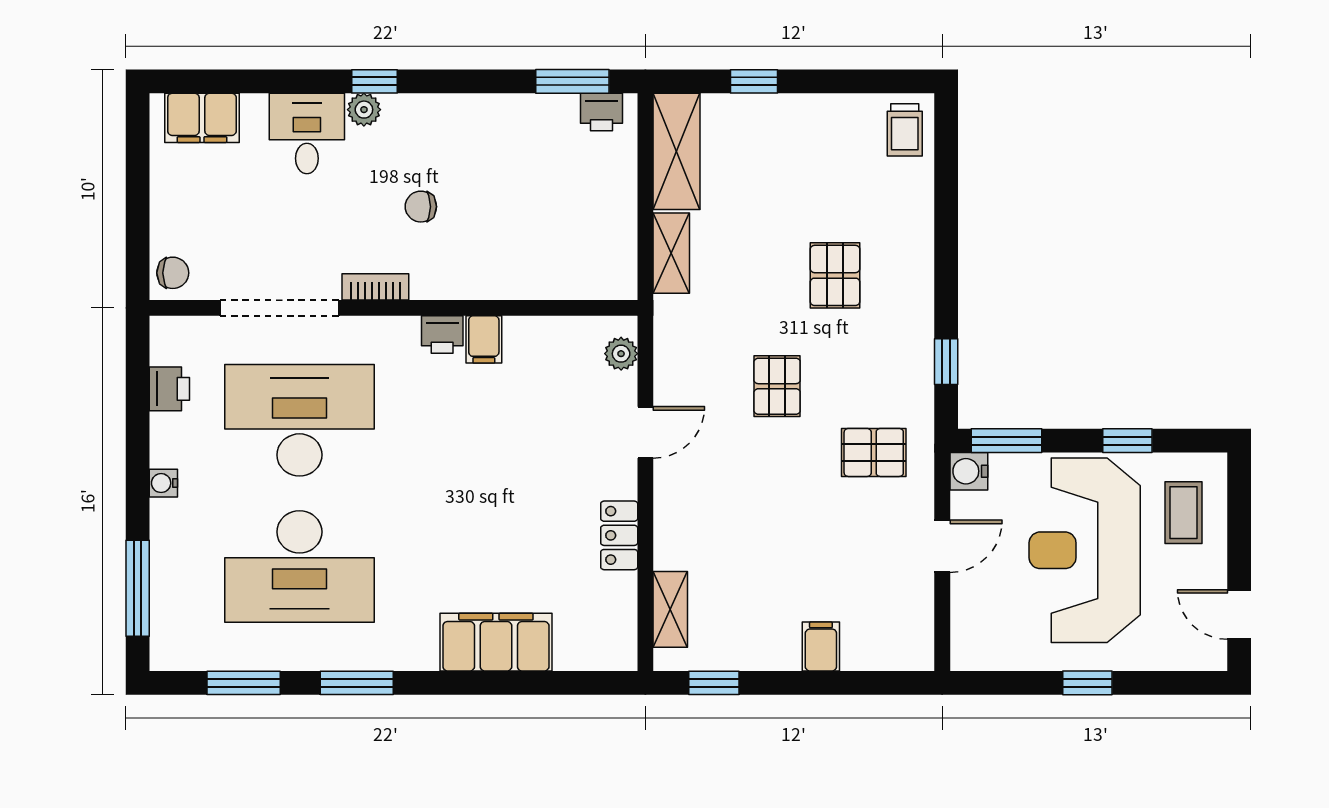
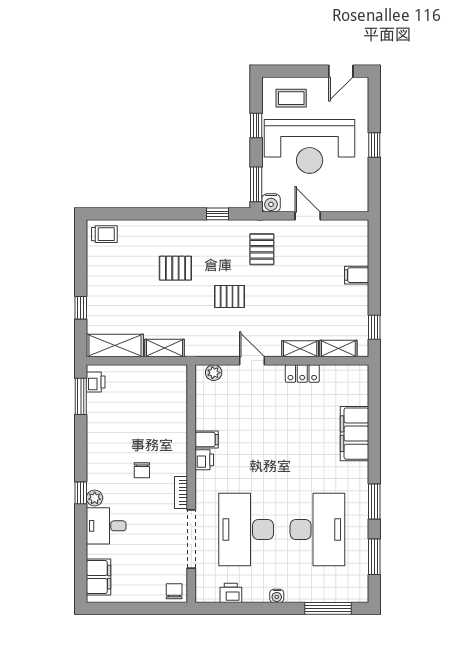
shelving: (670, 531) -> (300, 349), added

